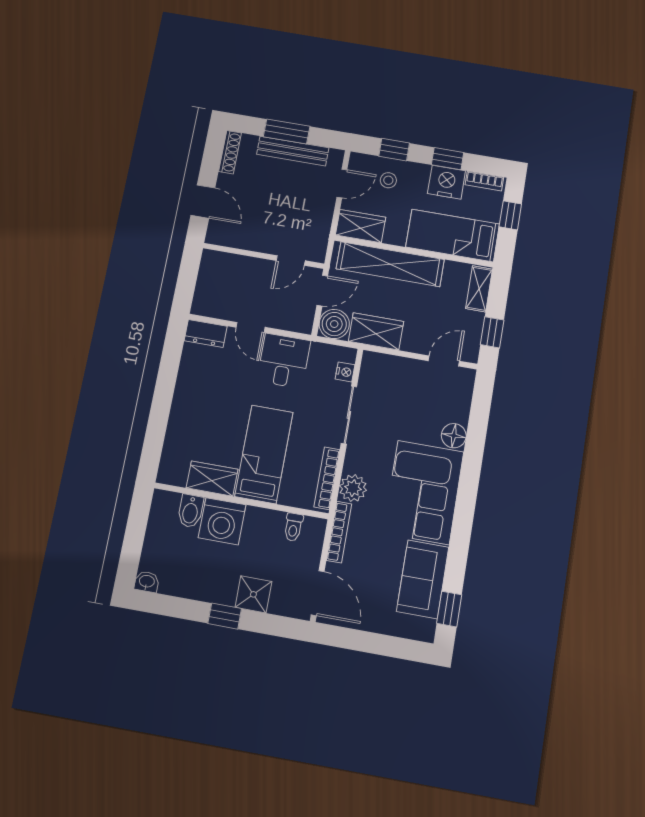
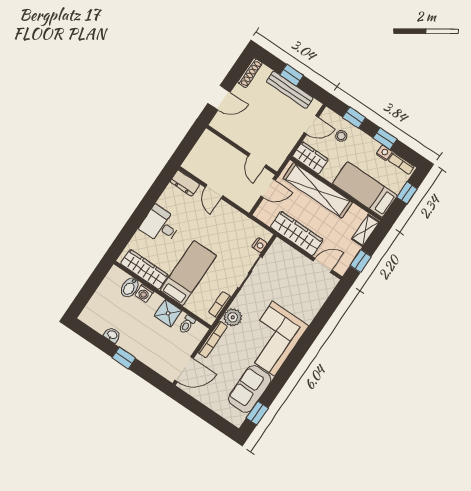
window: (287, 131) -> (292, 75), width x0.67
nightstand: (446, 182) -> (384, 153), width x0.53, depth x0.56
door: (203, 202) -> (219, 98), hinge flipped
door: (291, 261) -> (257, 160), hinge flipped
boiler: (334, 324) -> (266, 213), removed
wardrobe: (376, 331) -> (297, 233), width x1.50
desk: (284, 361) -> (160, 225), moved, turned -90
floor lamp: (454, 436) -> (307, 313), removed
bookcase: (327, 478) -> (220, 305), width x0.64
wardrobe: (212, 479) -> (144, 269), width x1.50
washing machine: (222, 521) -> (144, 293), width x0.53, depth x0.53
washbasin: (147, 582) -> (112, 335), moved
door: (318, 593) -> (184, 369), hinge flipped
shower: (253, 594) -> (168, 313), moved

